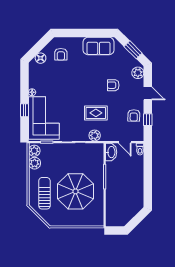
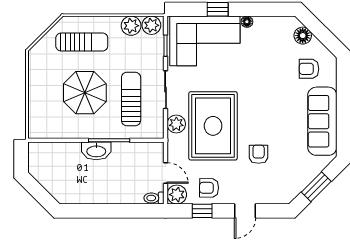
sofa: (99, 46) -> (322, 121), width x1.36
plant: (138, 73) -> (177, 195), moved
rug: (96, 113) -> (213, 126), width x1.86, depth x2.06
door: (125, 142) -> (166, 173), swing flipped
washbasin: (111, 152) -> (96, 151), moved
sun lounger: (79, 163) -> (131, 99), added
parasol: (76, 191) -> (85, 93), width x0.73, depth x0.73

